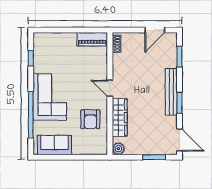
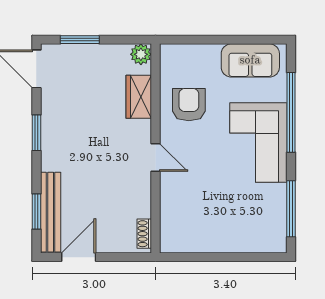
piano: (92, 39) -> (186, 241), removed
window: (31, 58) -> (291, 209), width x2.17
bench: (171, 92) -> (51, 212), moved
wardrobe: (120, 117) -> (139, 97), width x0.67

